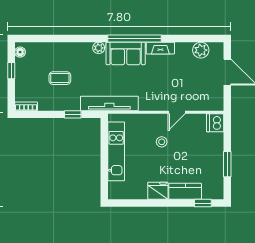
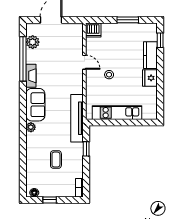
window: (134, 39) -> (23, 59), moved

